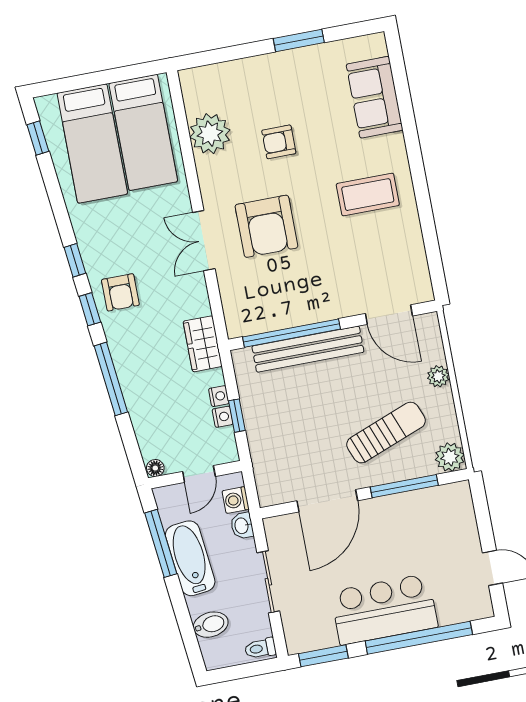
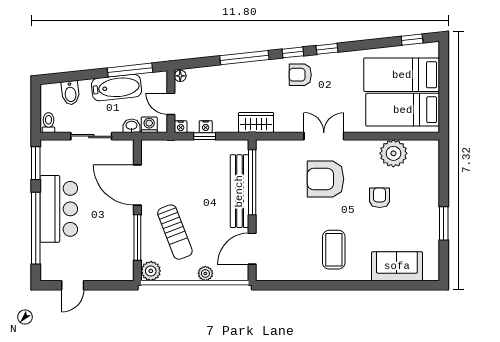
nightstand: (219, 396) -> (181, 127), moved

